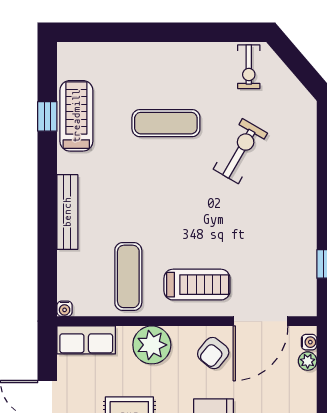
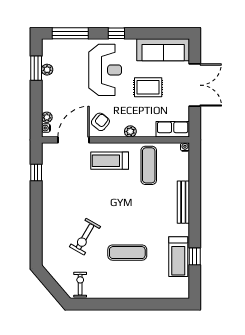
plant: (152, 345) -> (130, 131), width x0.53, depth x0.53

